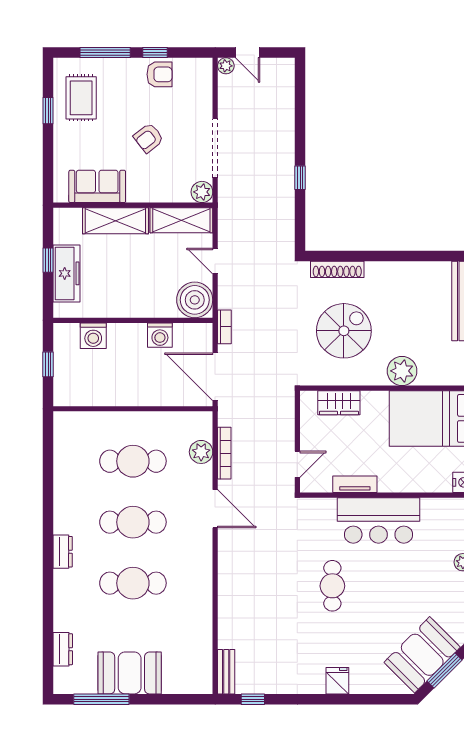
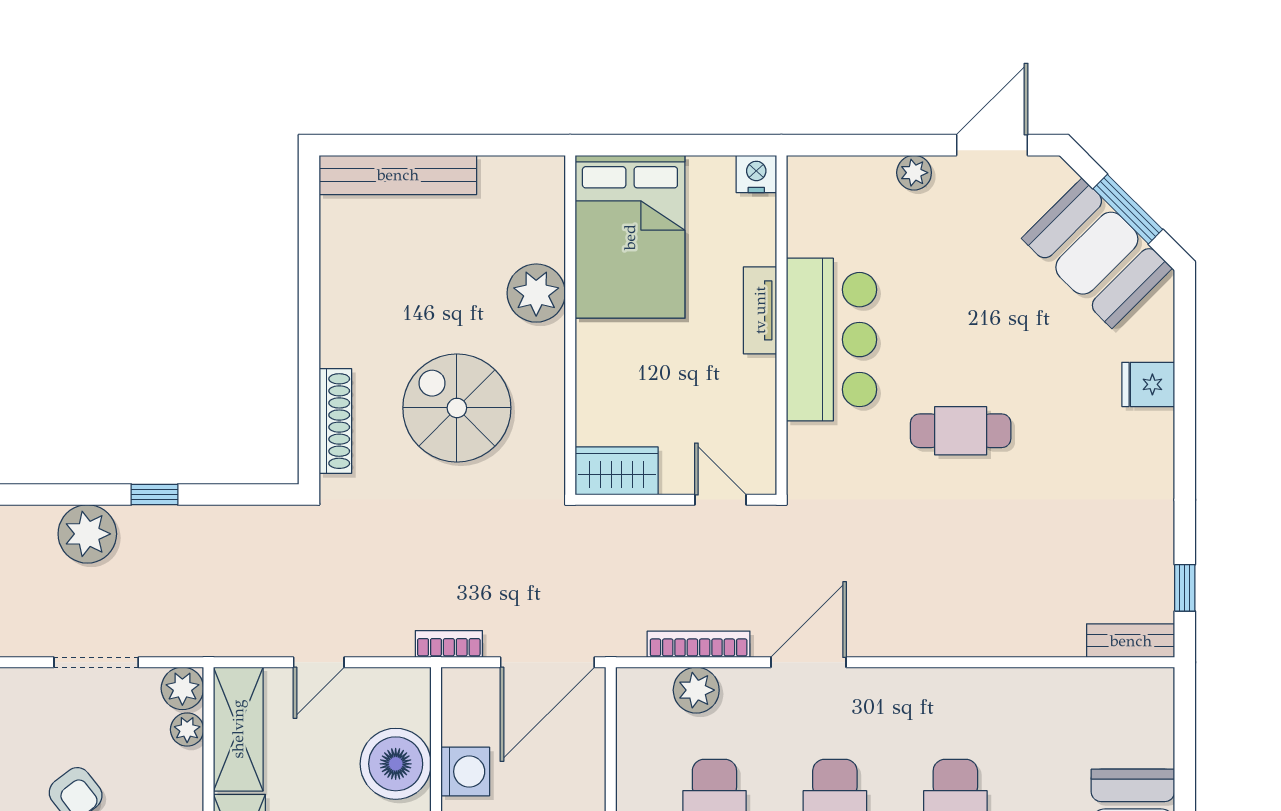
plant: (280, 144) -> (87, 534), added
doorway: (215, 148) -> (96, 662), width x0.73
plant: (181, 194) -> (187, 730), added
boiler: (195, 300) -> (396, 764), moved
wardrobe: (339, 403) -> (617, 471), moved, turned -90
tv unit: (355, 484) -> (760, 310), moved
fridge: (337, 681) -> (1148, 384), moved

